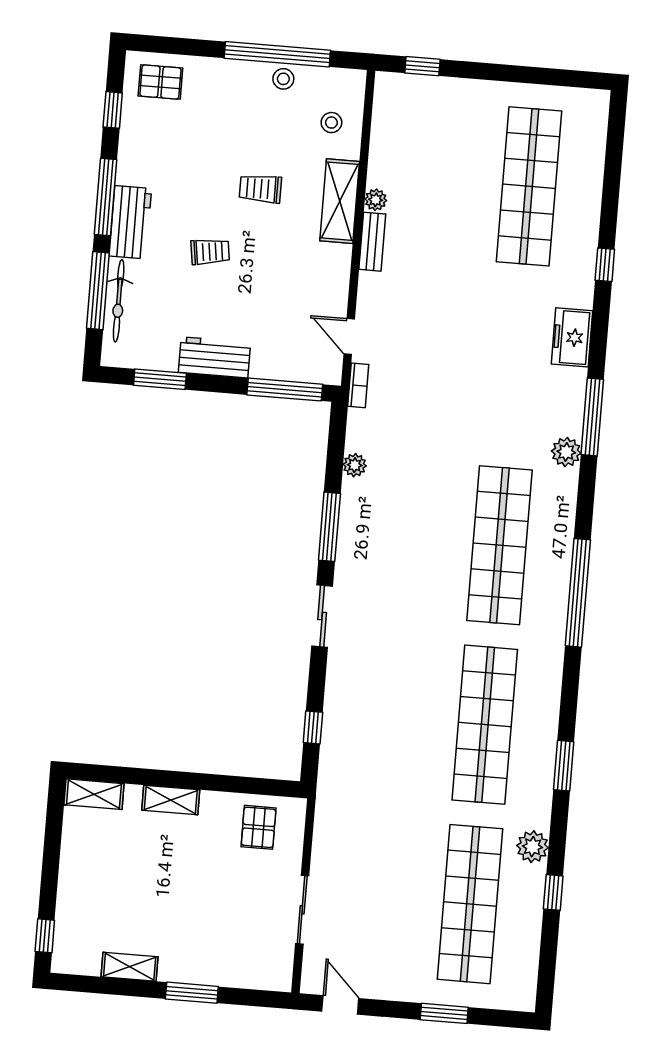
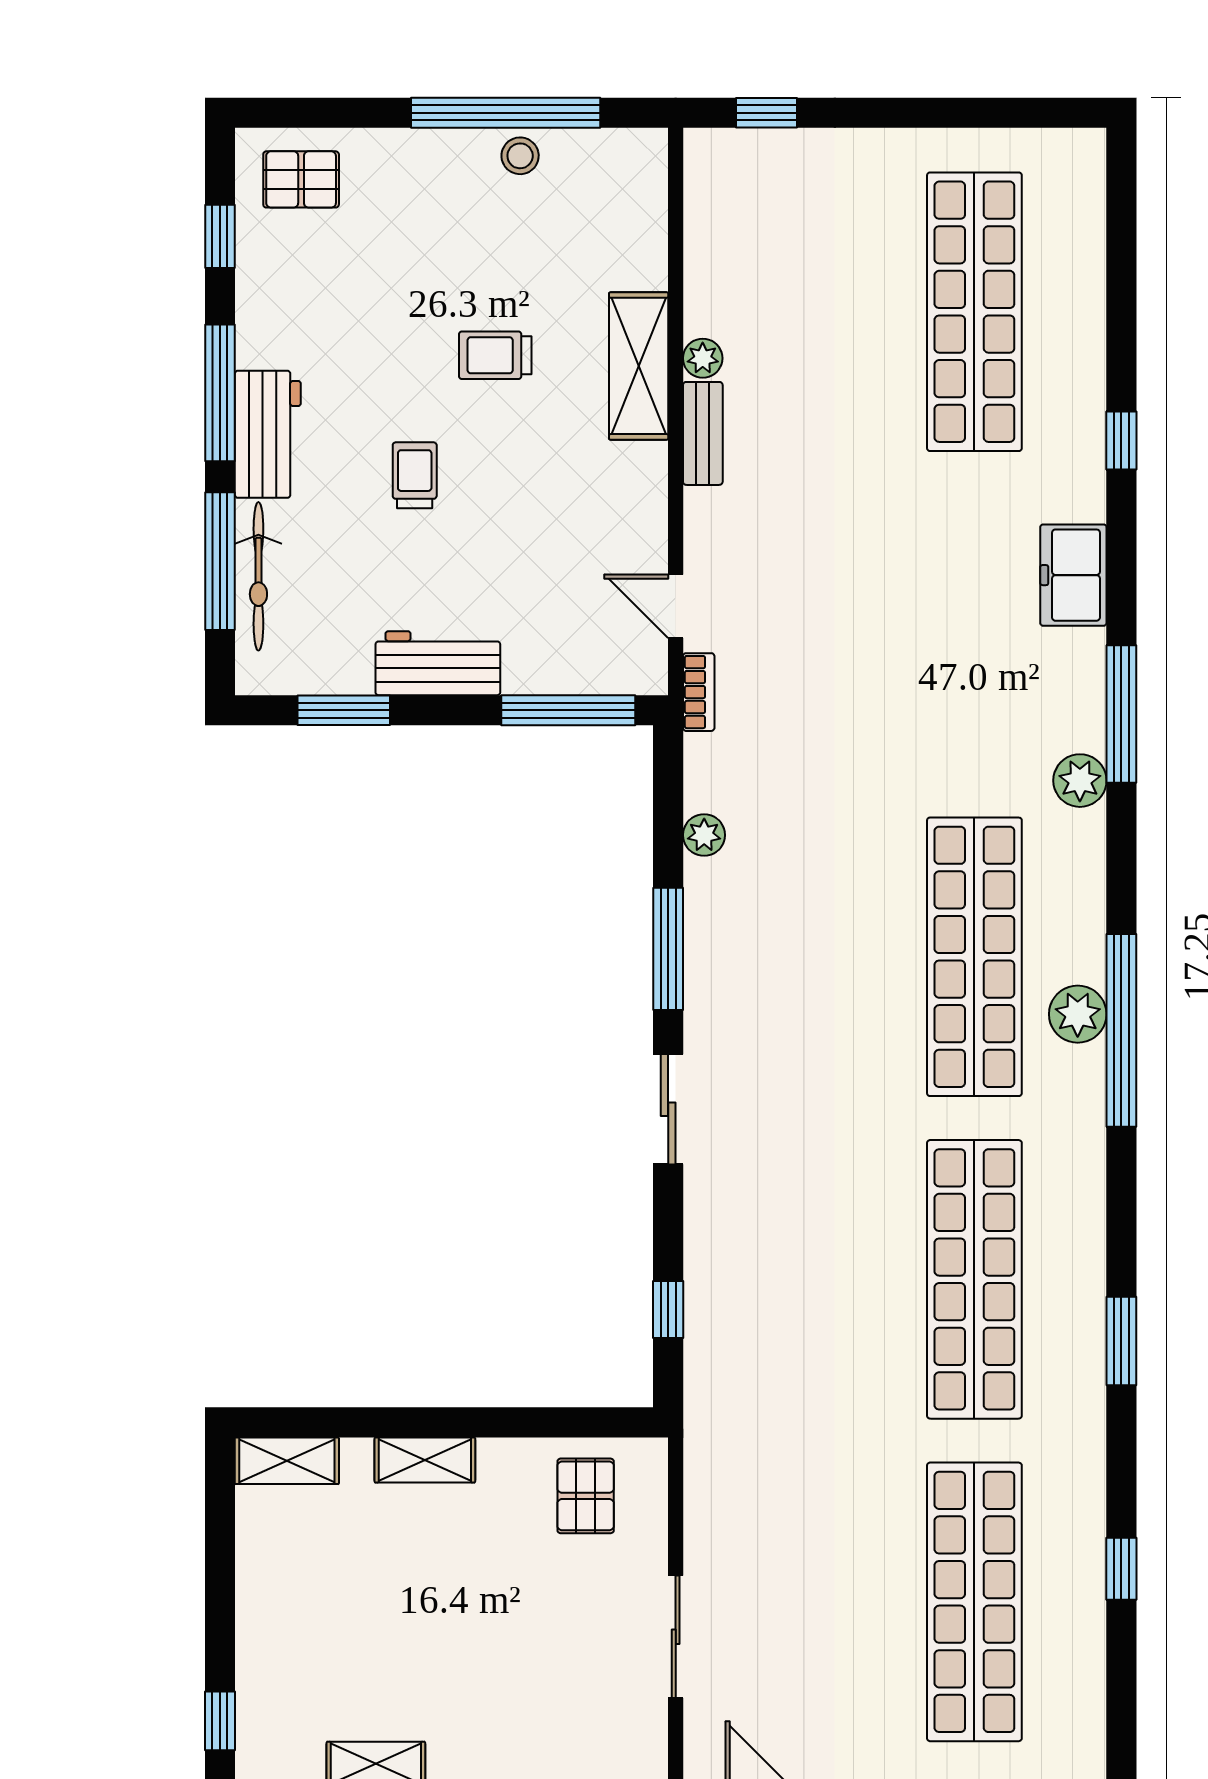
stool: (331, 123) -> (612, 227), removed
trolley: (210, 252) -> (415, 475), turned -82
plant: (533, 847) -> (1078, 1014), moved

